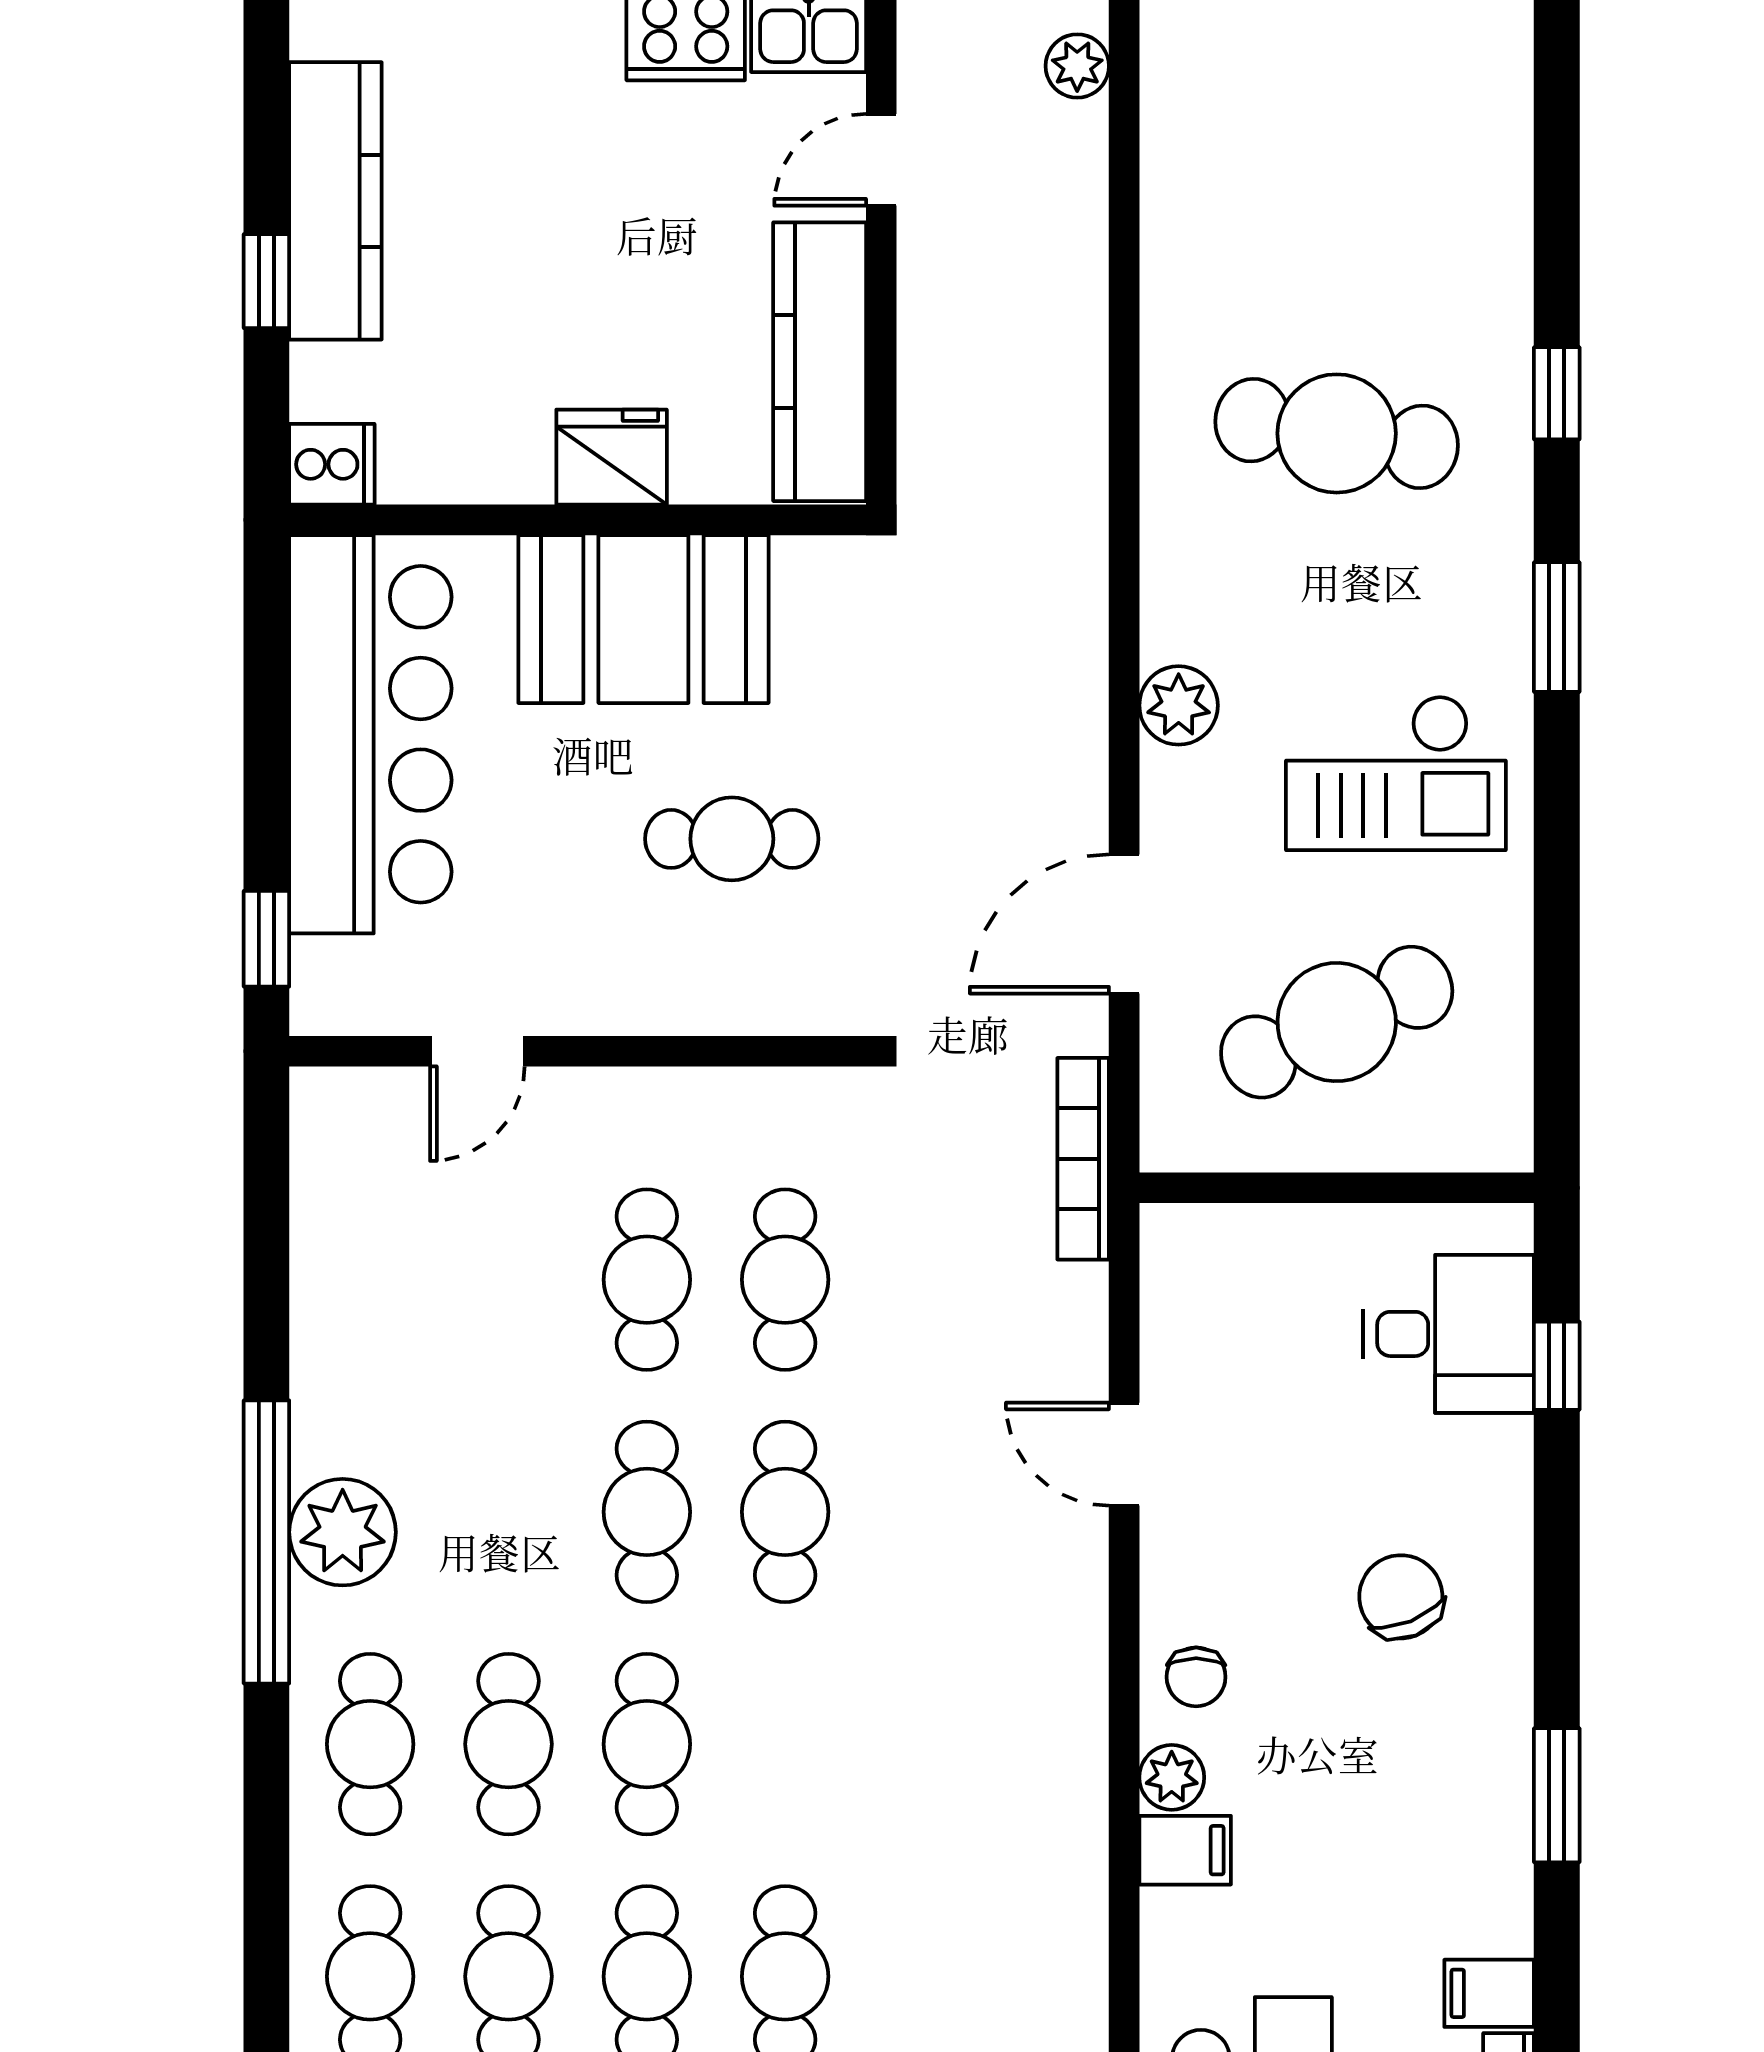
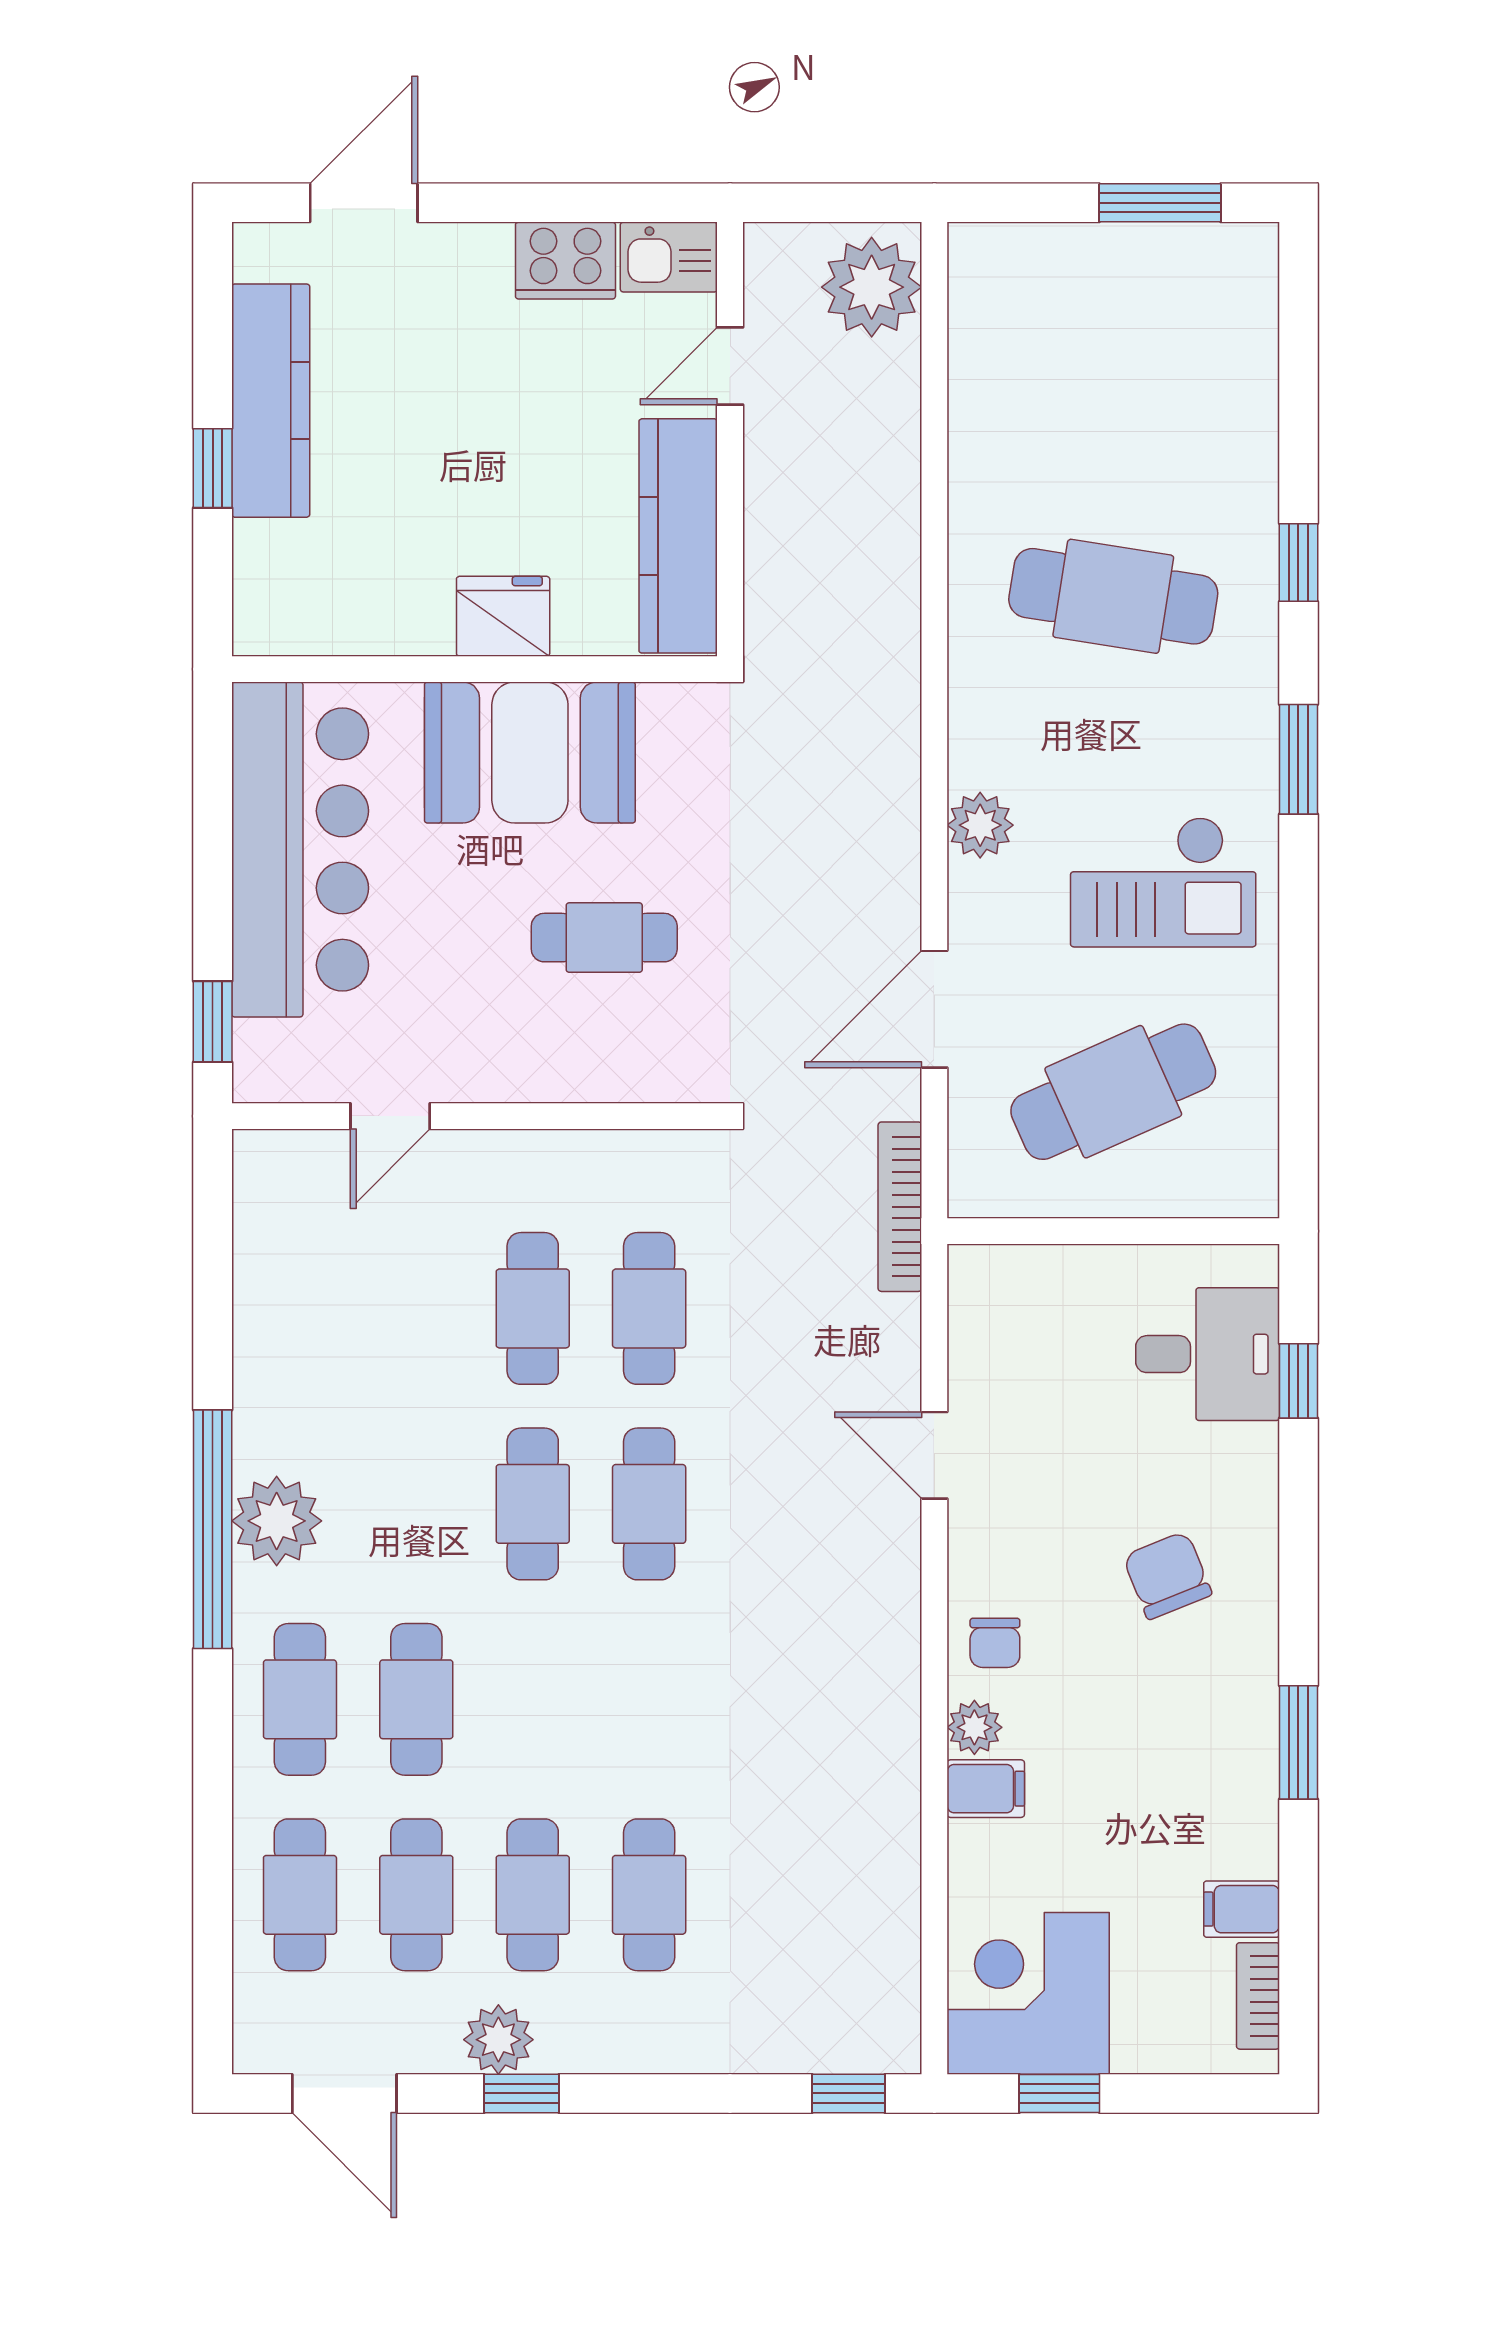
plant: (1077, 66) -> (872, 287), width x1.87, depth x1.87
cooker: (332, 464) -> (268, 622), removed
cafe table: (647, 1744) -> (533, 1699), removed

